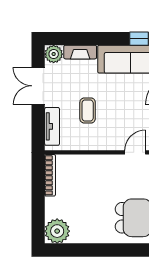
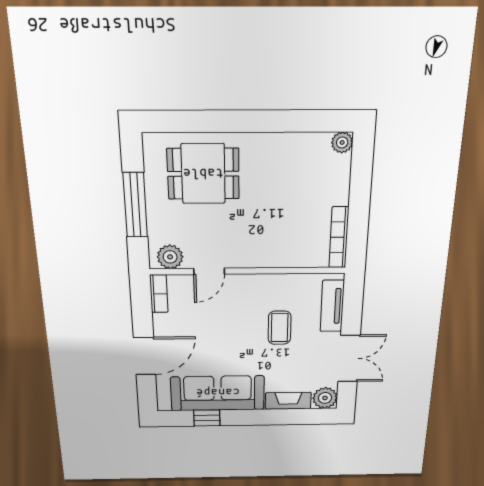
plant: (57, 231) -> (342, 142), width x0.53, depth x0.53

